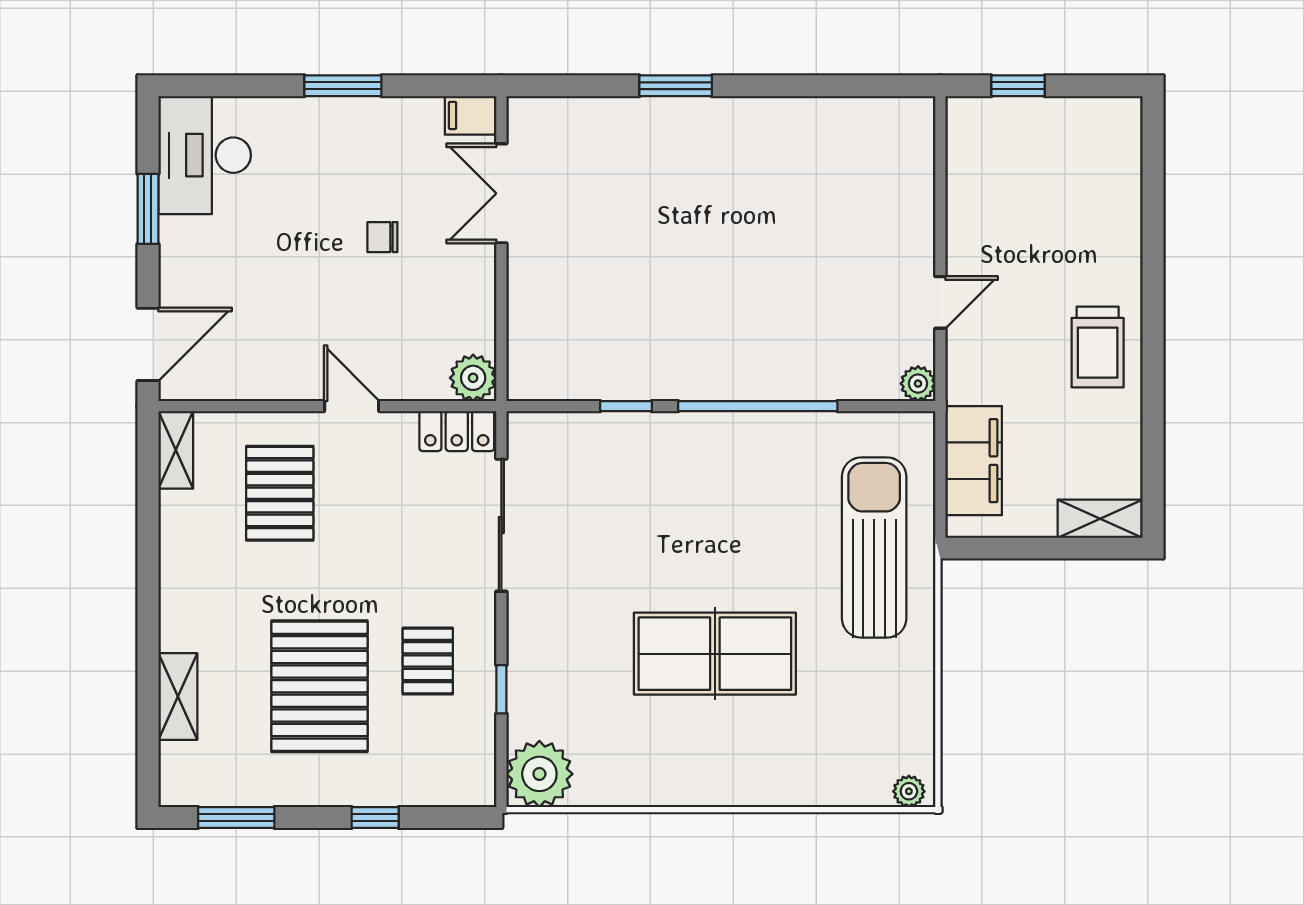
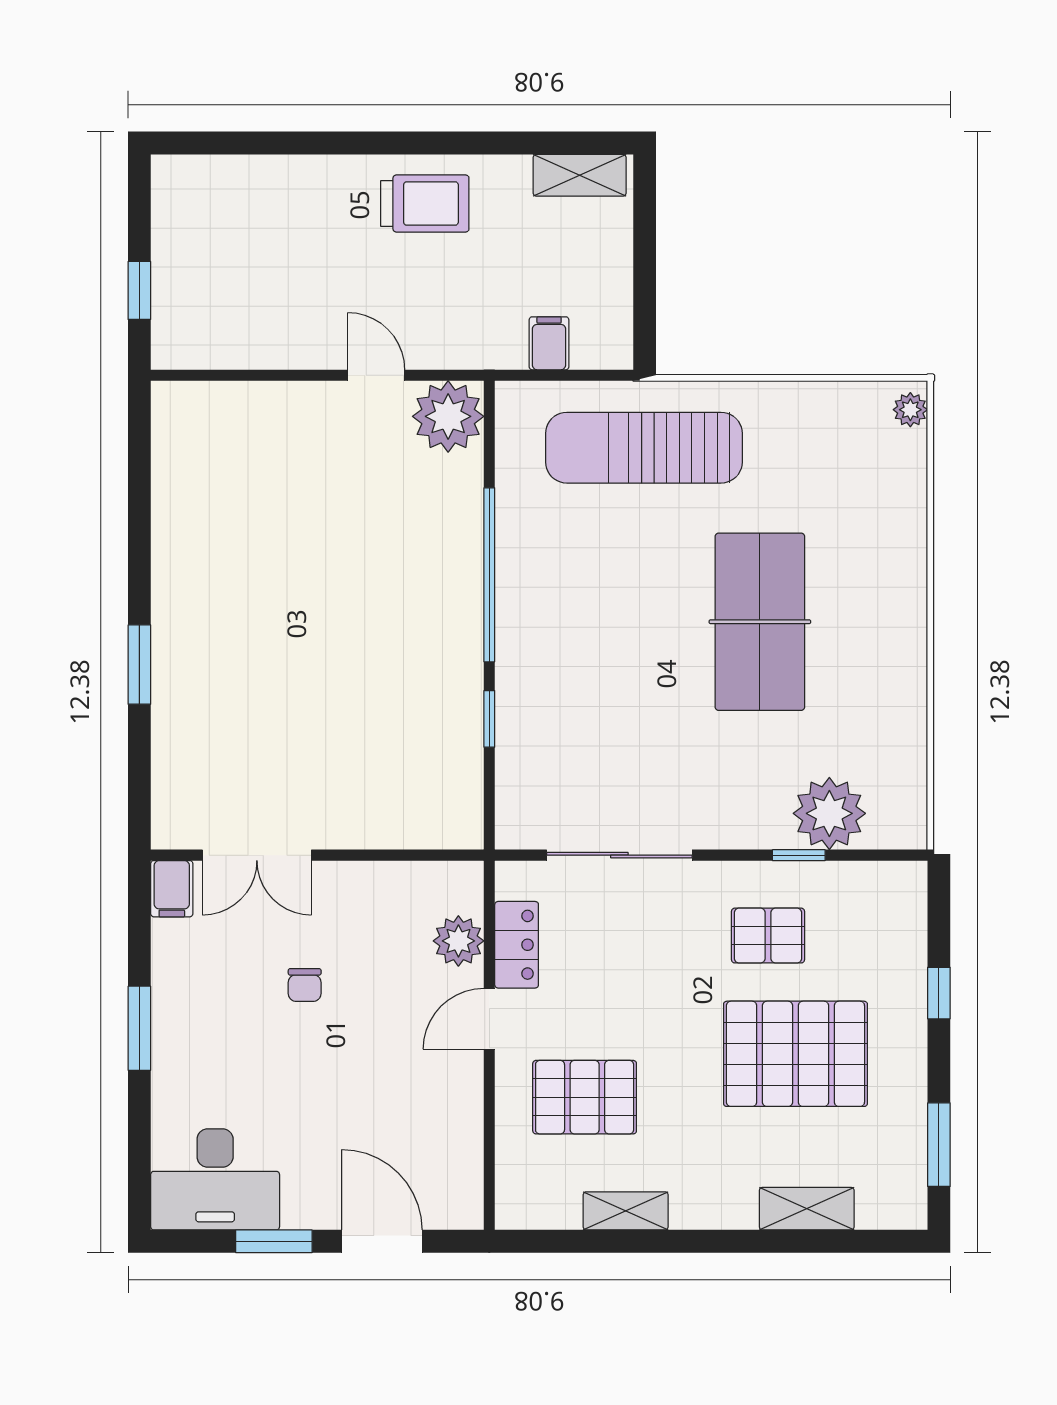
door: (148, 344) -> (382, 1241), moved
plant: (473, 378) -> (458, 941), moved
plant: (918, 384) -> (448, 416), width x1.88, depth x1.88
locker: (457, 431) -> (517, 945), moved
shelving: (176, 450) -> (626, 1211), moved
filing cabinet: (974, 461) -> (549, 343), width x0.33, depth x0.86
shelving: (1100, 519) -> (580, 175), moved, turned 90
plant: (539, 774) -> (829, 813), moved

